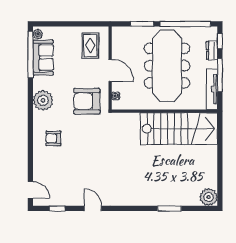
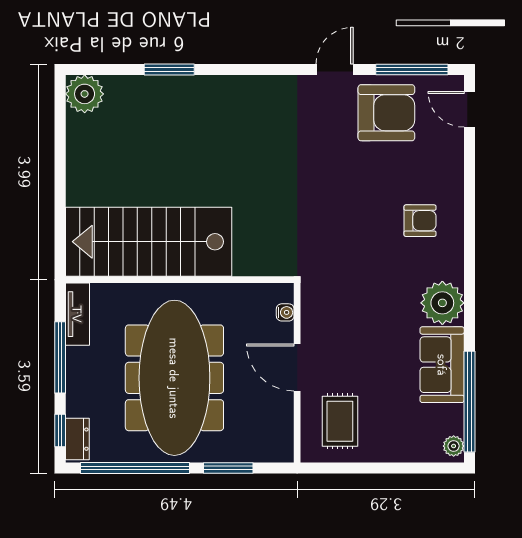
dresser: (212, 50) -> (77, 439), moved
sofa: (43, 57) -> (442, 365), moved
tv unit: (212, 89) -> (77, 314), width x0.71
armchair: (87, 101) -> (386, 113), moved
window: (57, 208) -> (412, 70), width x2.17
door: (93, 208) -> (335, 70), swing flipped

